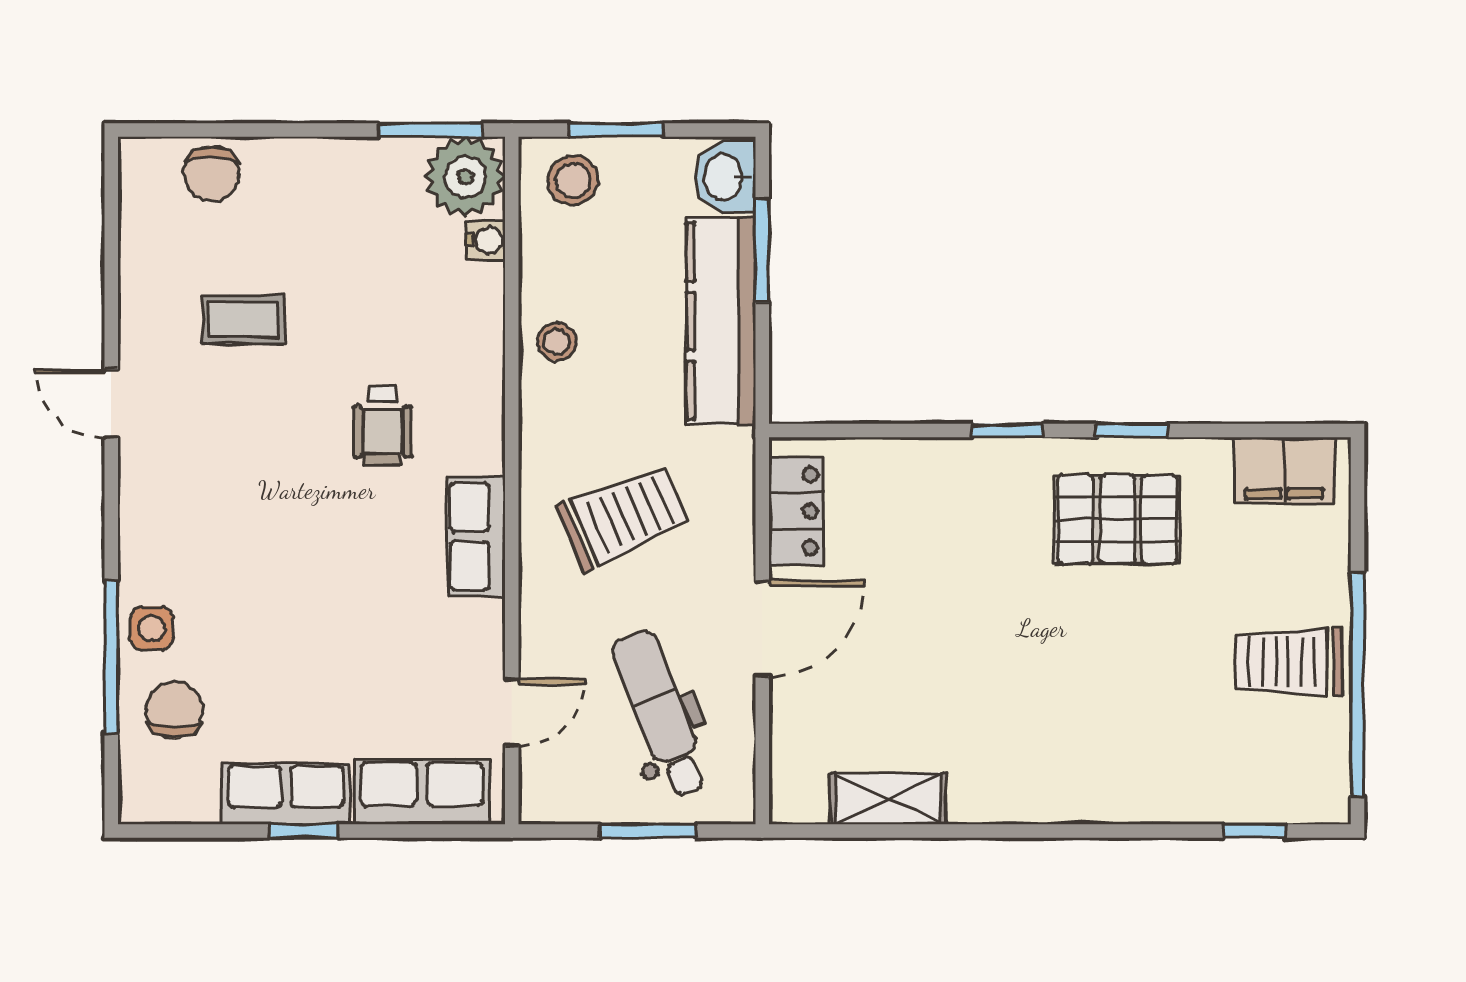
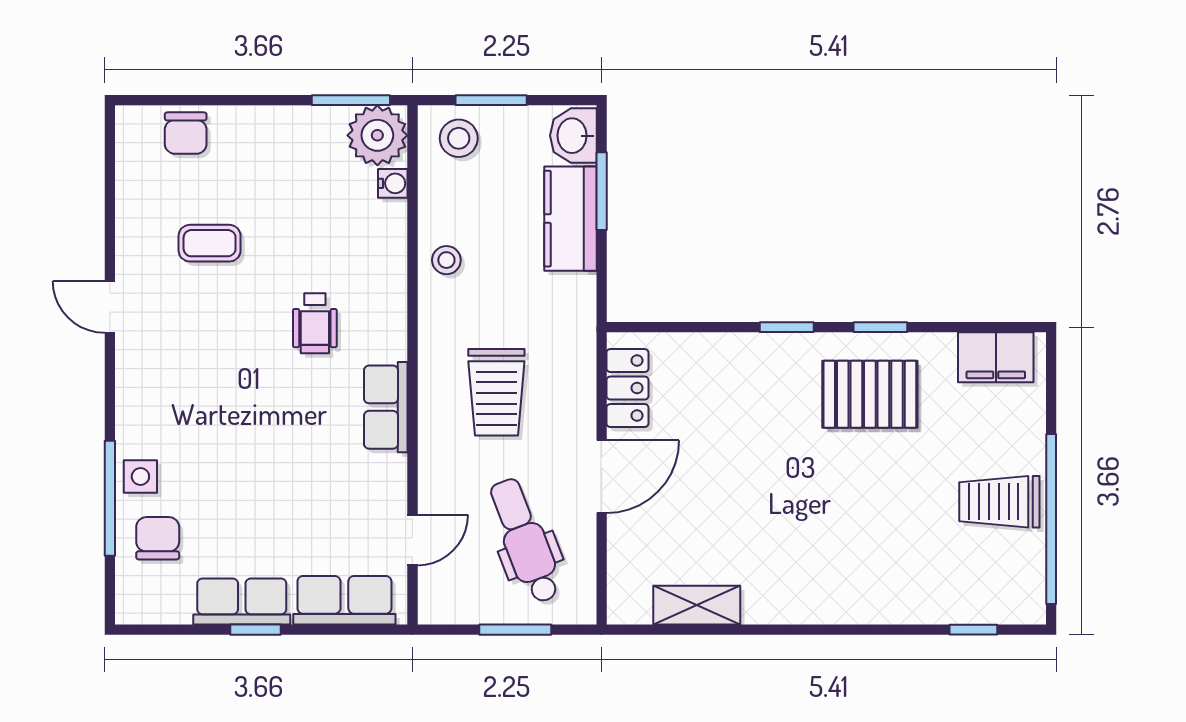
kitchen counter: (721, 321) -> (570, 219), width x0.67
trolley: (623, 517) -> (496, 392), turned 113

